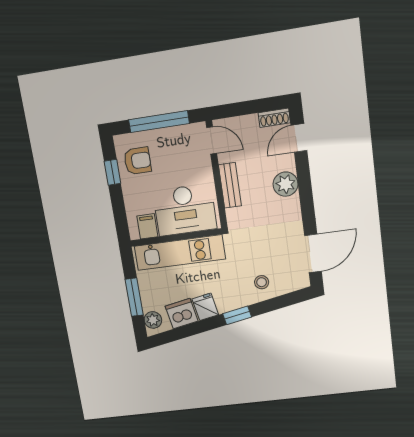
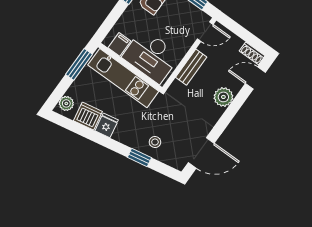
door: (212, 140) -> (205, 32), hinge flipped
window: (134, 297) -> (79, 64), moved
window: (237, 315) -> (139, 157), moved

